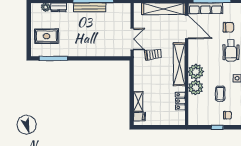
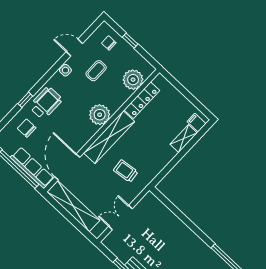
double door: (132, 39) -> (121, 217), moved
plant: (196, 88) -> (133, 80), moved
locker: (180, 101) -> (142, 100), width x1.53

